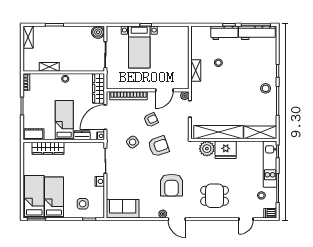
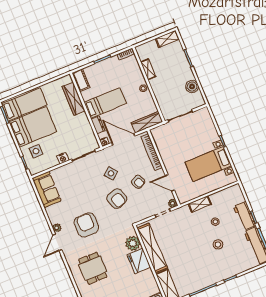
boiler: (98, 32) -> (192, 86), moved
bed with nightstands: (139, 47) -> (208, 164), moved
stool: (266, 88) -> (218, 244), moved
armchair: (172, 185) -> (86, 225), turned 90
bed: (54, 197) -> (33, 127), width x1.50

